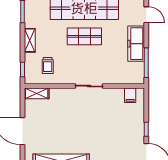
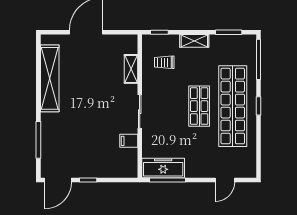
freezer: (136, 44) -> (163, 168), moved
shelving: (37, 93) -> (131, 69), moved
filing cabinet: (130, 95) -> (129, 141), moved

